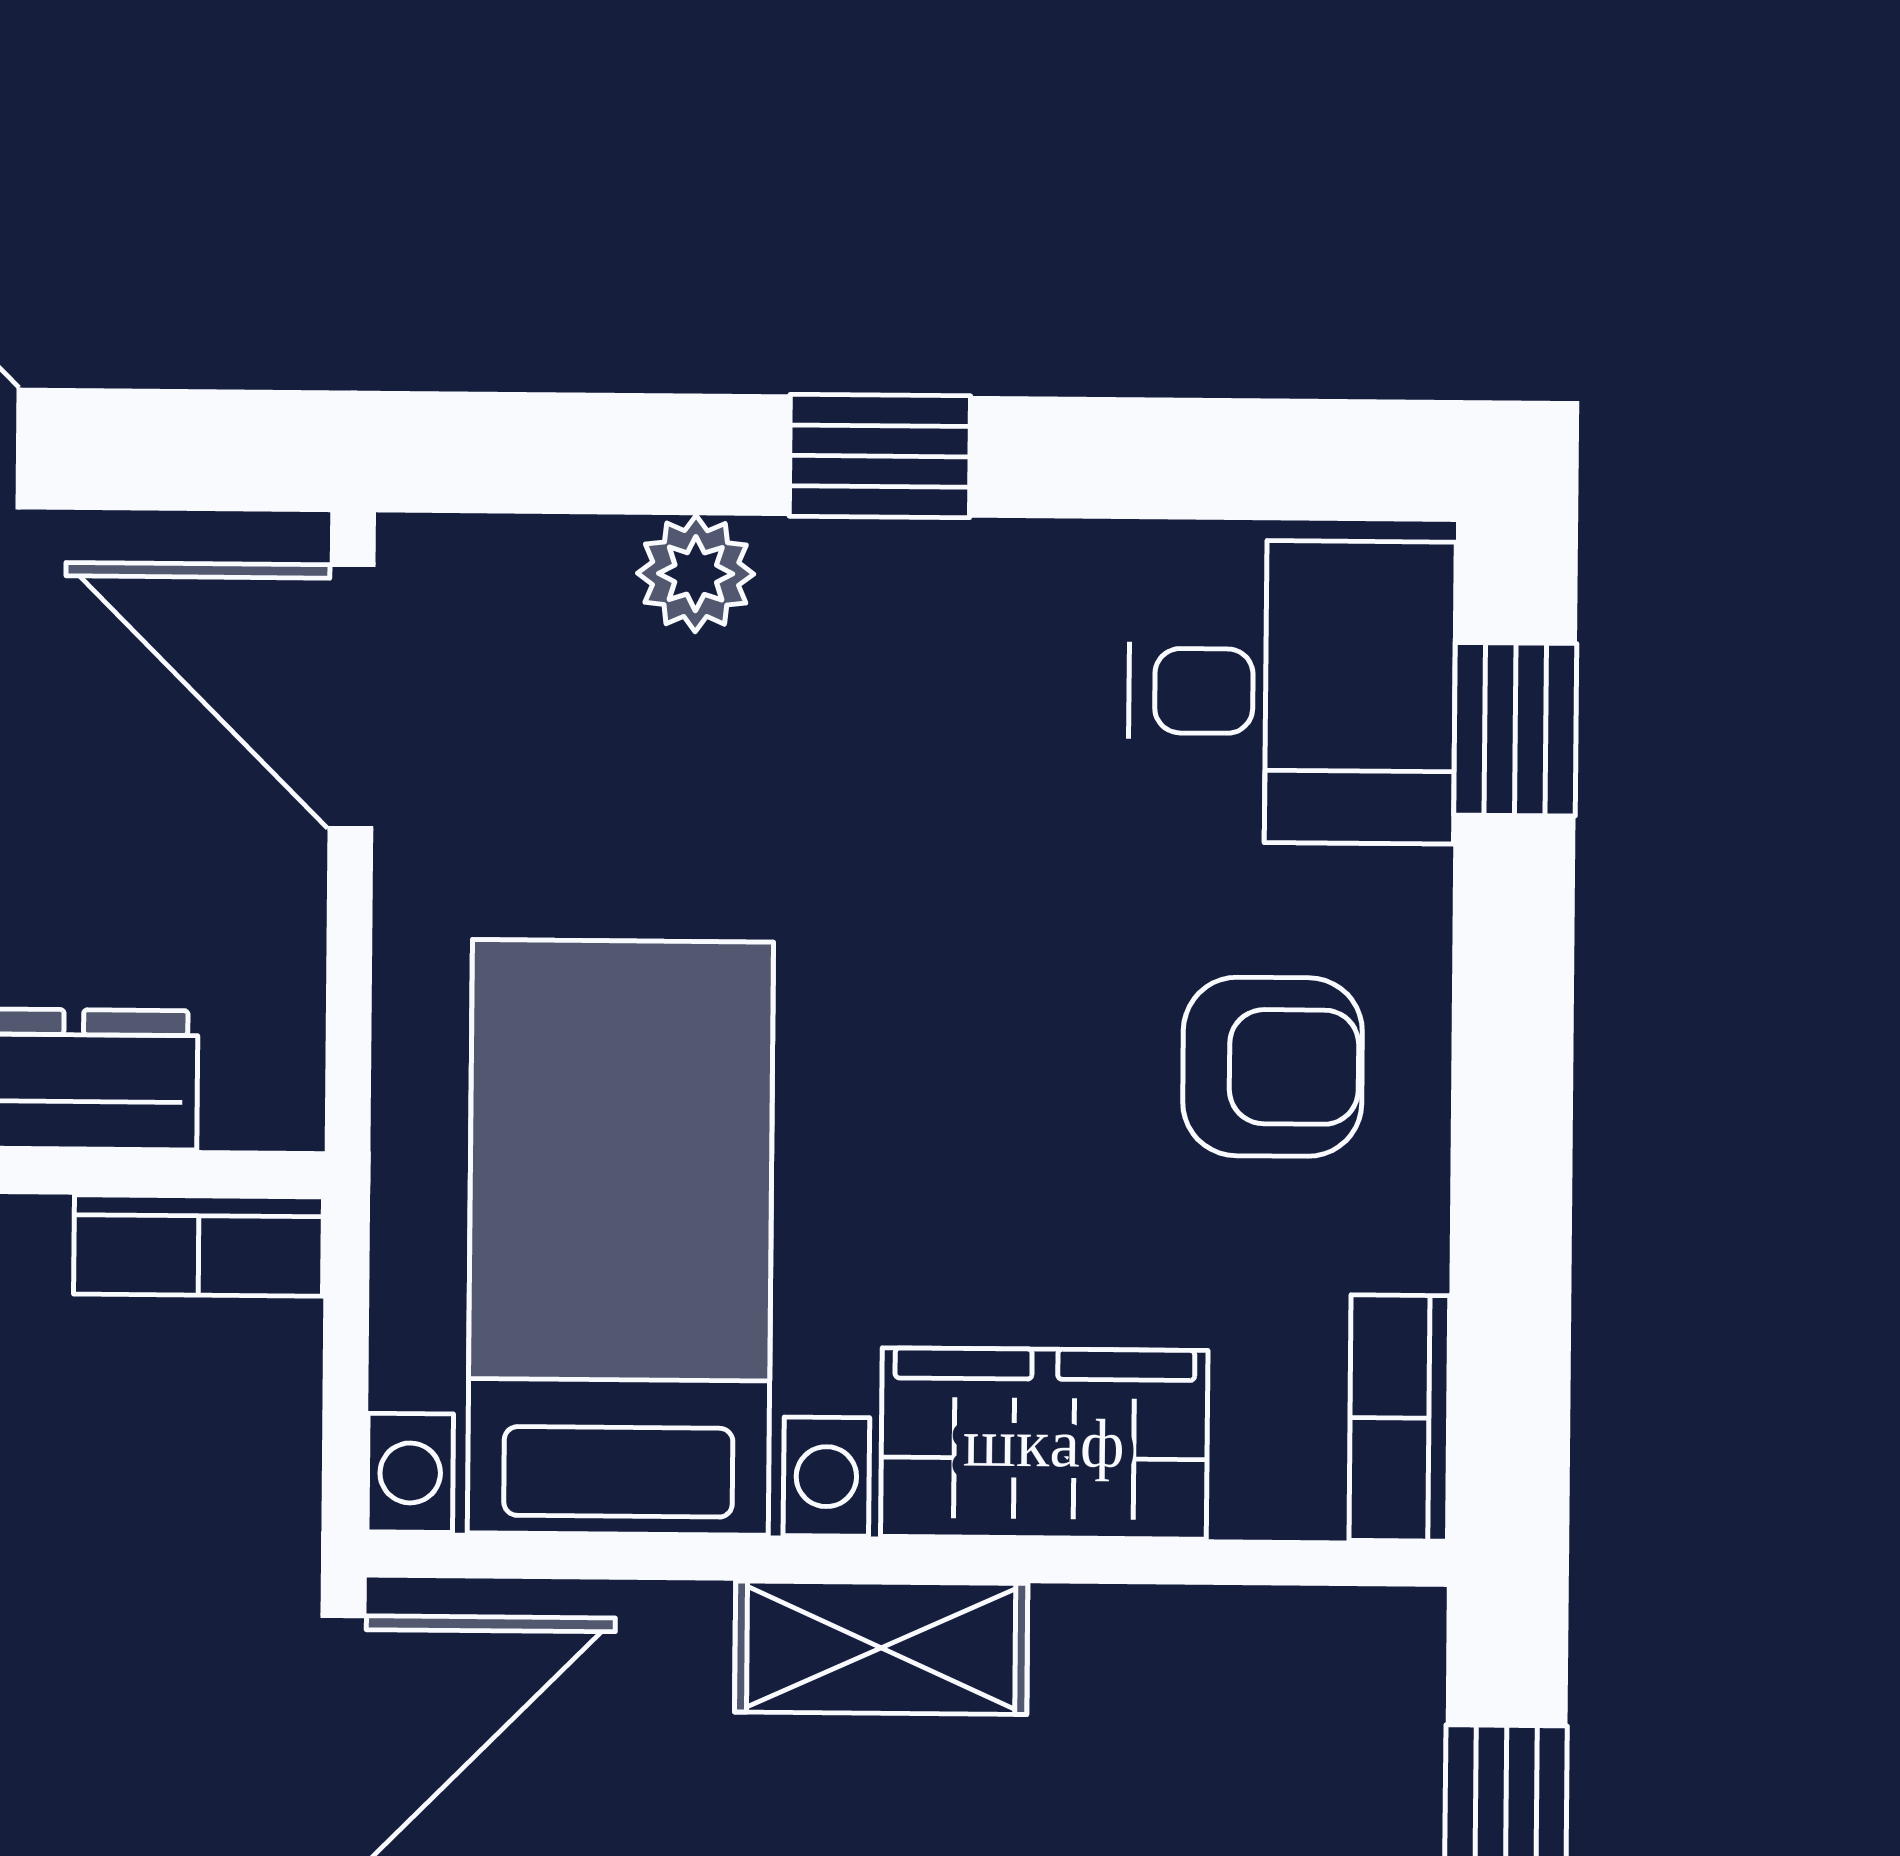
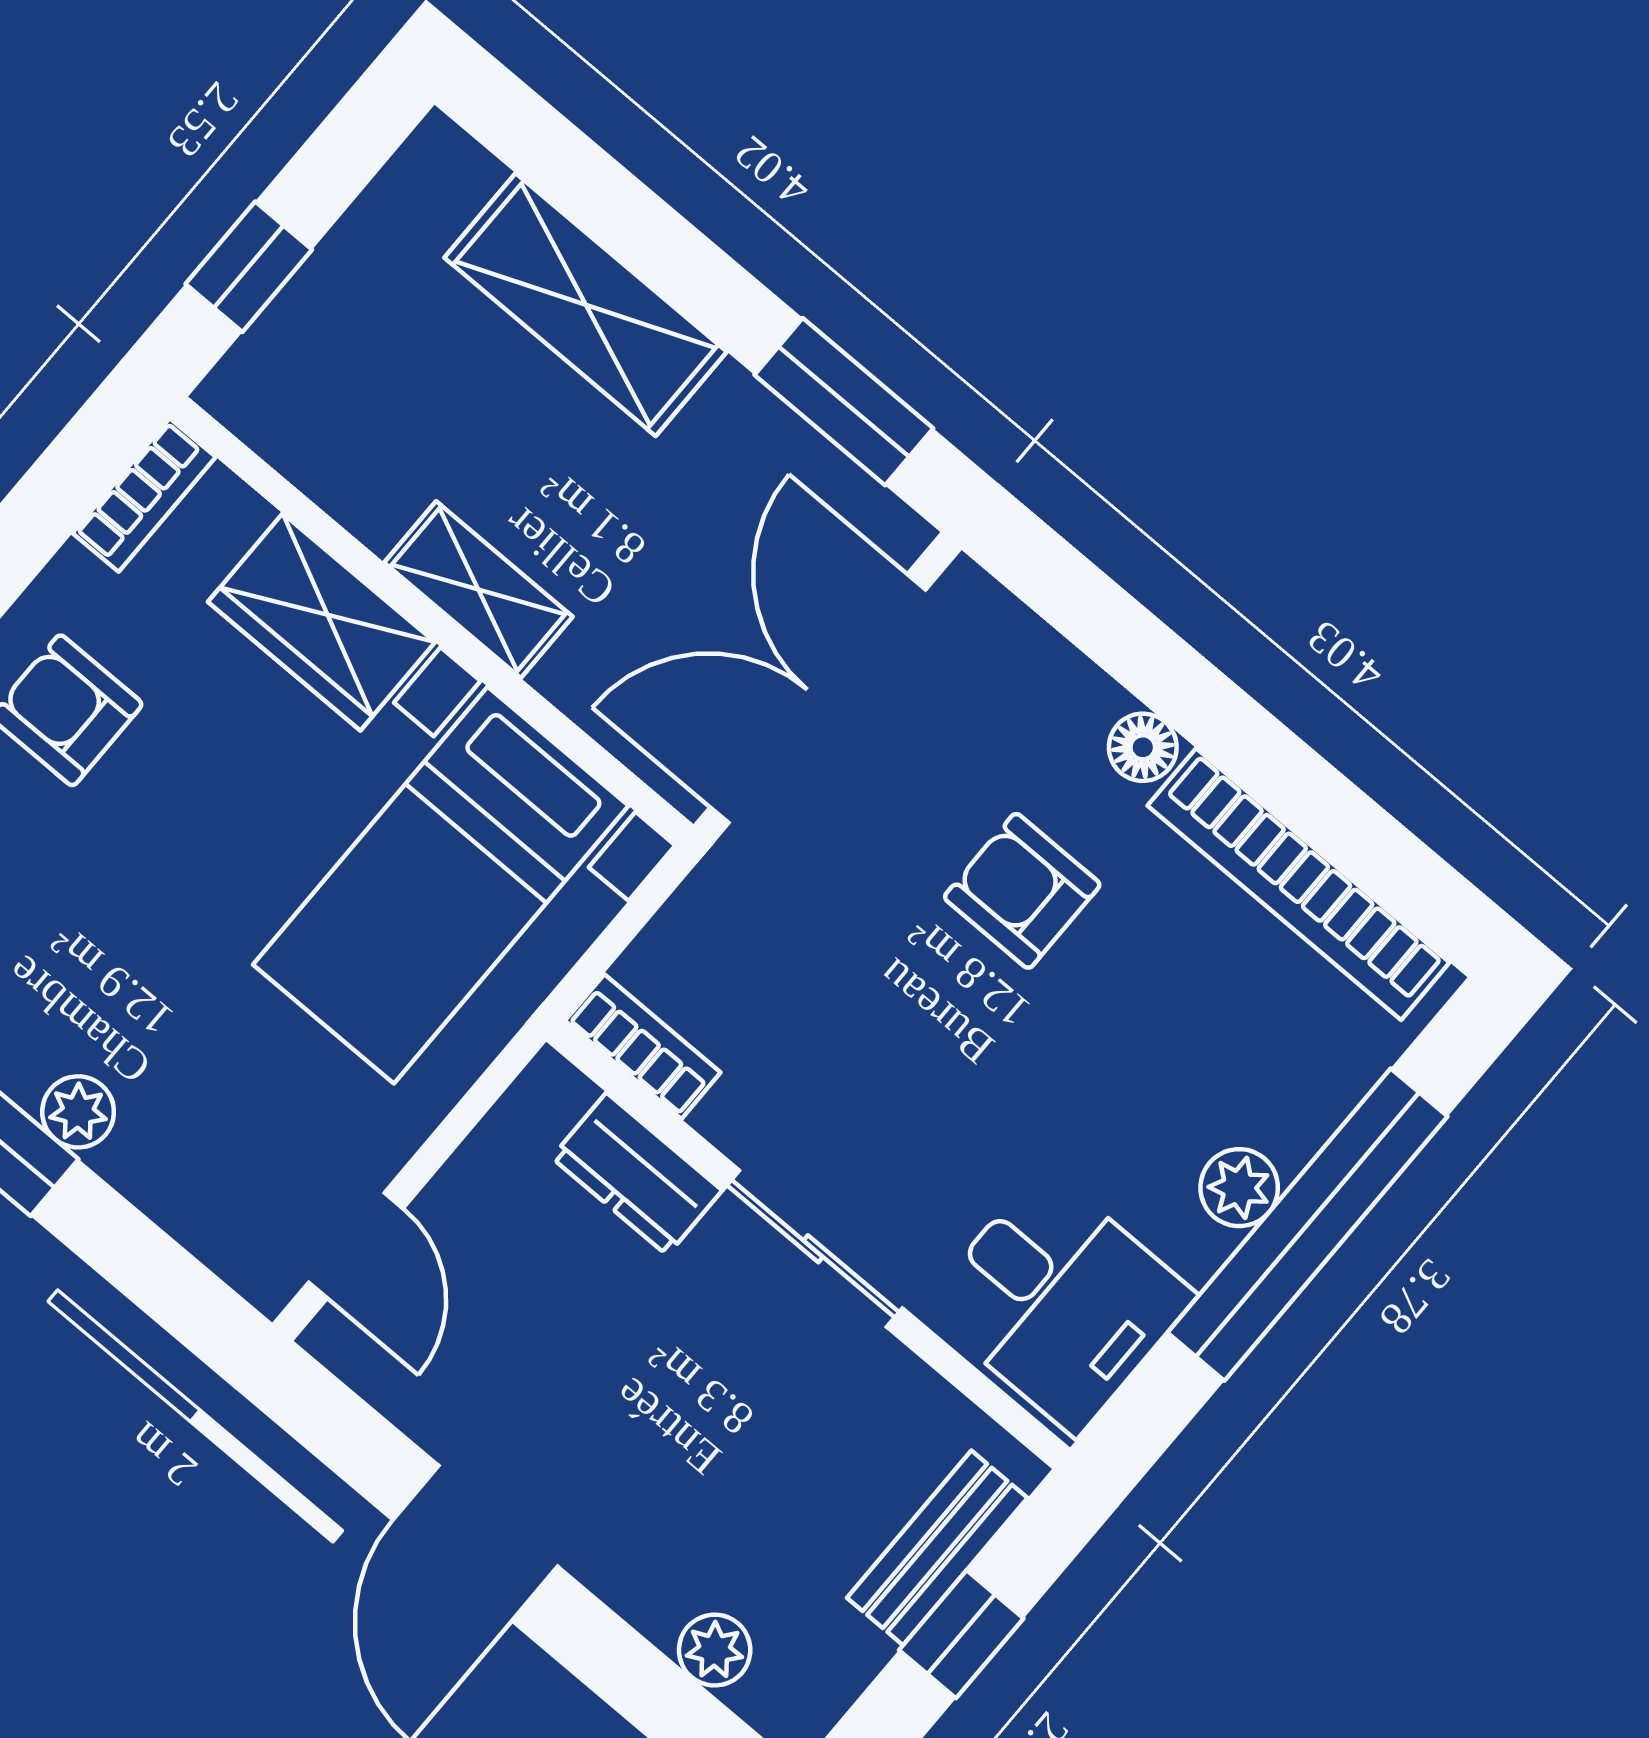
plant: (696, 574) -> (78, 1112), moved
door: (352, 697) -> (356, 1245), width x0.73

